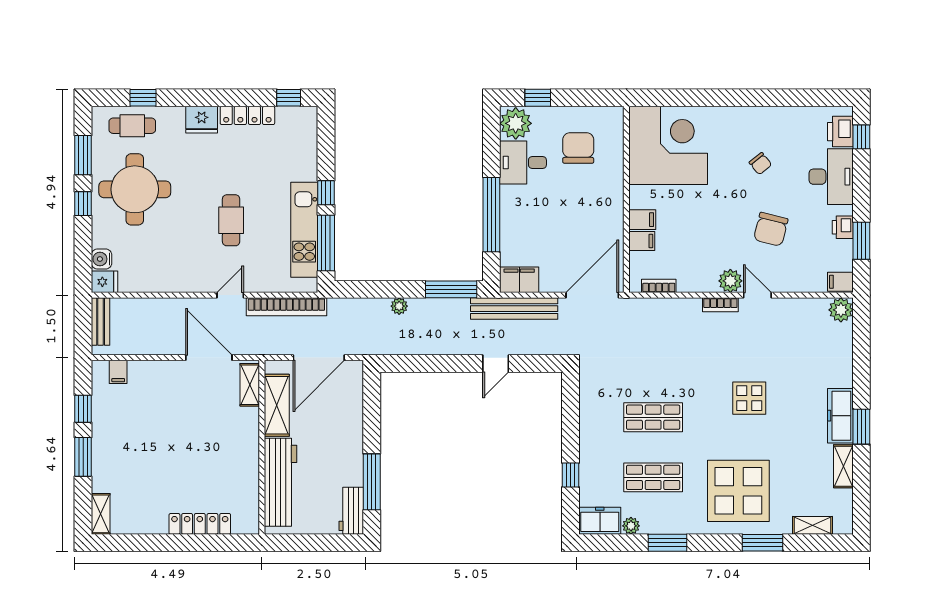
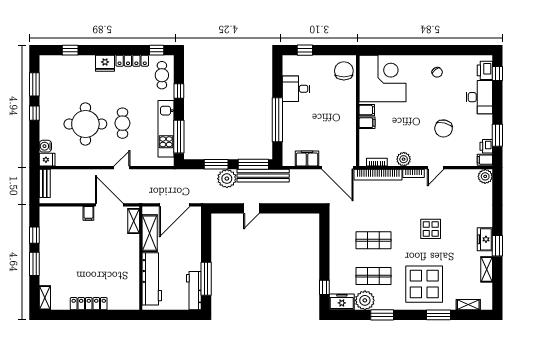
plant: (516, 123) -> (292, 65), removed
cafe table: (132, 126) -> (162, 75), moved, turned 90
chair: (578, 148) -> (344, 71), moved
chair: (760, 164) -> (437, 72), moved
round table: (135, 189) -> (85, 124), moved
window: (326, 193) -> (179, 91), moved
printer: (843, 227) -> (486, 146), moved
filing cabinet: (642, 241) -> (367, 110), moved
filing cabinet: (519, 280) -> (307, 158), moved
plant: (730, 281) -> (404, 159), moved
window: (389, 289) -> (216, 164), added
door: (592, 295) -> (337, 168), swing flipped
door: (757, 295) -> (436, 168), swing flipped
plant: (399, 306) -> (227, 179), width x1.88, depth x1.88
bookcase: (286, 307) -> (378, 175), moved
bench: (514, 309) -> (263, 176), moved
door: (496, 364) -> (251, 208), moved
filing cabinet: (118, 372) -> (88, 213), moved
freezer: (840, 416) -> (485, 239), width x0.71
window: (571, 475) -> (324, 287), moved
workbench: (351, 511) -> (194, 291), width x1.38
locker: (200, 524) -> (89, 304), moved
plant: (631, 526) -> (365, 300), width x1.88, depth x1.88

